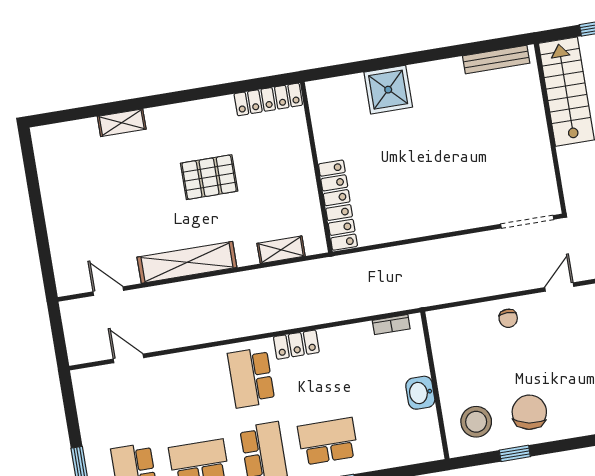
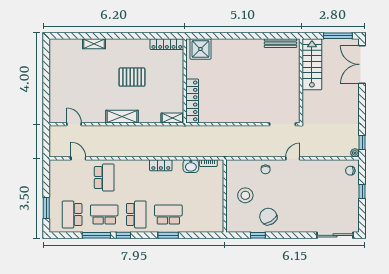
shower: (388, 90) -> (200, 49), moved
shelving: (281, 250) -> (172, 118), moved
shelving: (187, 262) -> (122, 117), width x0.68
school desk: (251, 378) -> (104, 178), moved, turned 180
washbasin: (420, 393) -> (191, 166), moved, turned -90
chair: (529, 412) -> (268, 217), turned -44
stool: (476, 422) -> (245, 195), moved

